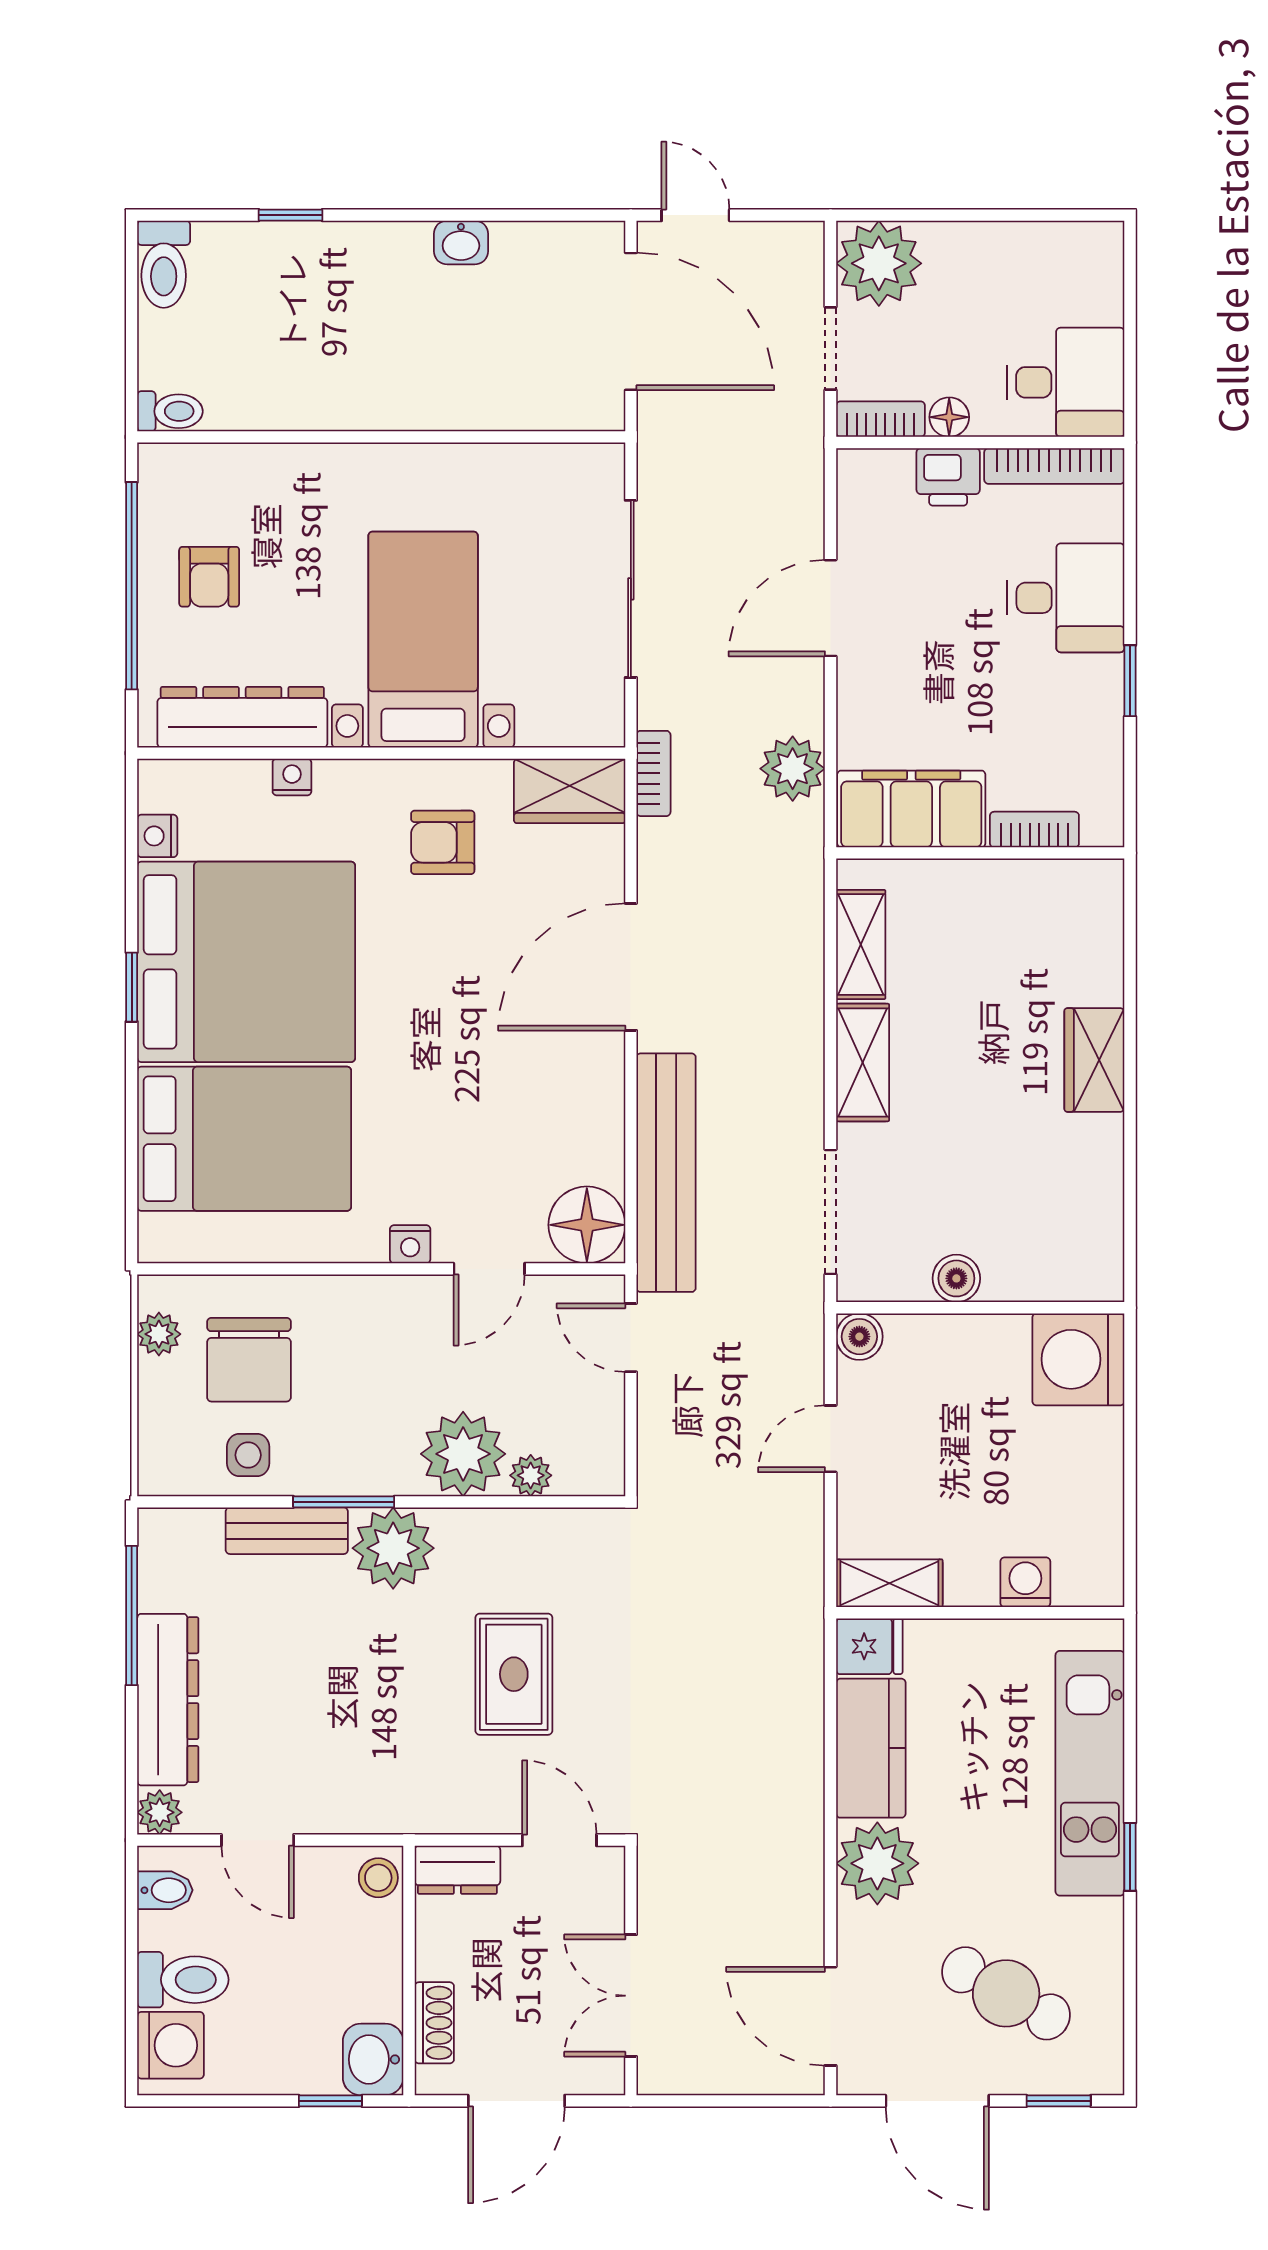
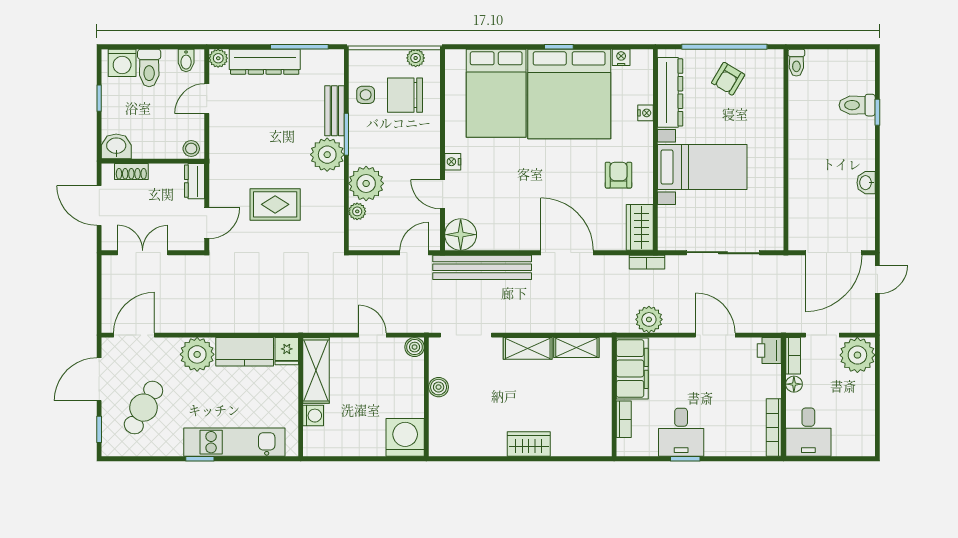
toilet: (164, 264) -> (857, 105), moved
printer: (948, 477) -> (769, 350), moved
armchair: (209, 577) -> (728, 79), turned -59
desk: (1066, 598) -> (681, 432), moved
shelving: (889, 1583) -> (316, 370), width x1.50, depth x1.33
window: (330, 2101) -> (99, 98), moved

